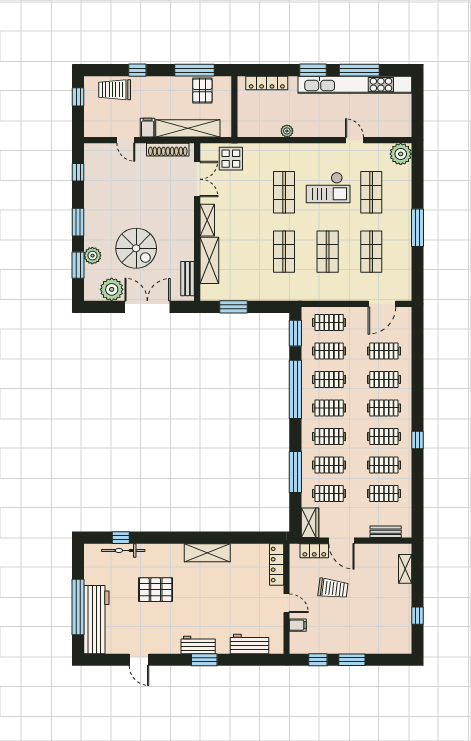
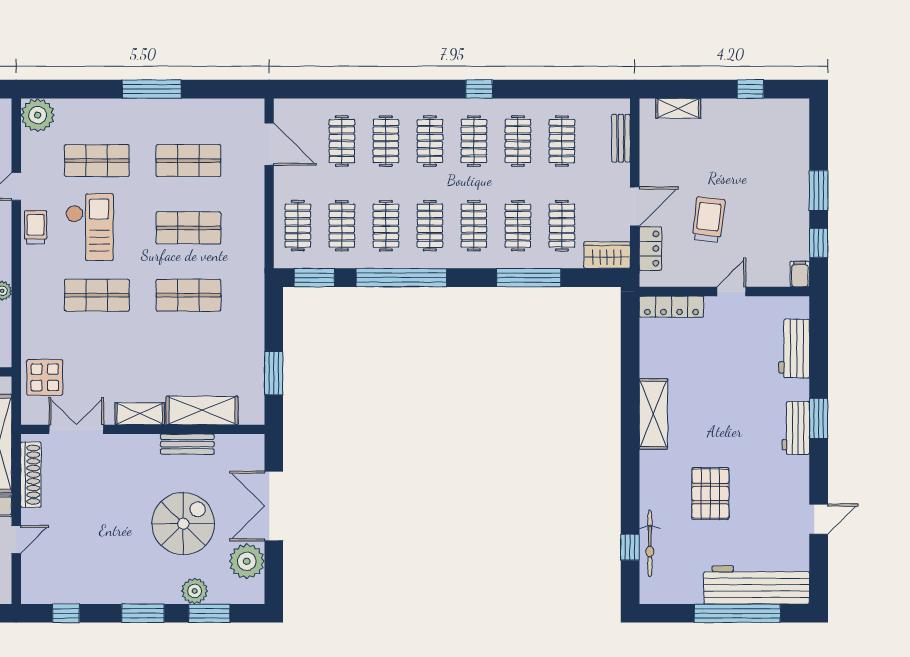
trolley: (328, 153) -> (36, 227), added
bench: (188, 279) -> (187, 444), moved
filing cabinet: (298, 625) -> (800, 274), moved

